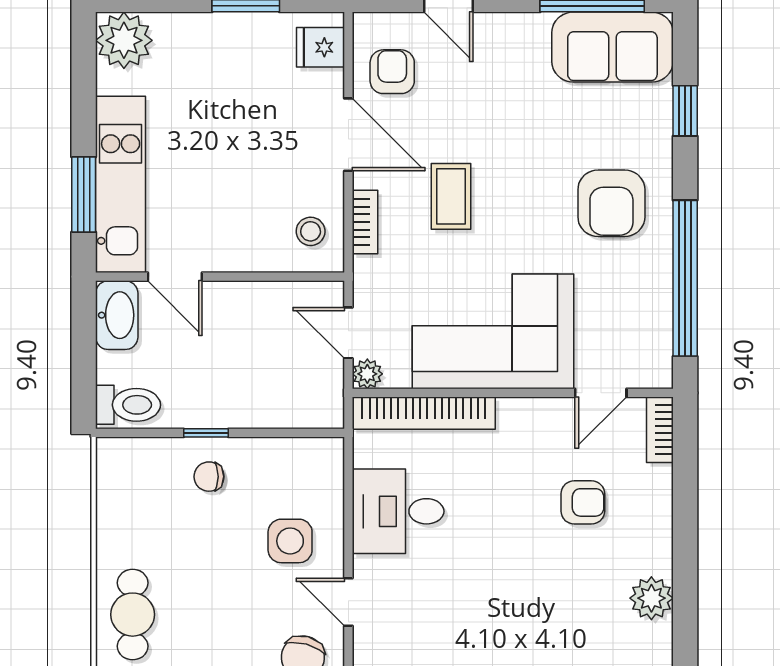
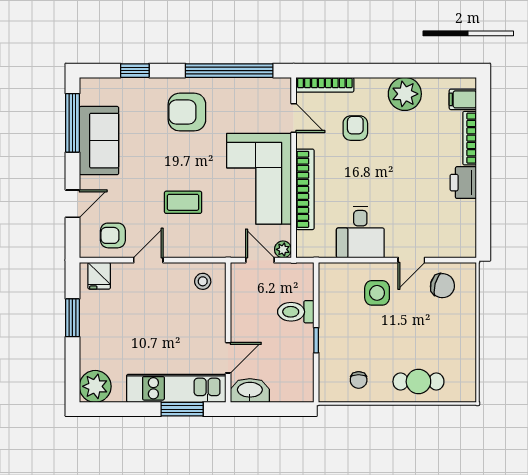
sofa: (612, 47) -> (99, 141), moved
door: (348, 135) -> (148, 260), width x0.73
armchair: (611, 203) -> (187, 112), turned 180
bookcase: (365, 222) -> (197, 251), removed
door: (348, 333) -> (260, 260), swing flipped
toilet: (128, 405) -> (296, 312), moved, turned -90
bookcase: (424, 413) -> (305, 189), moved
bookcase: (660, 430) -> (325, 85), width x1.56
chair: (209, 477) -> (359, 380), moved
plant: (651, 598) -> (405, 94), width x1.36, depth x1.36

